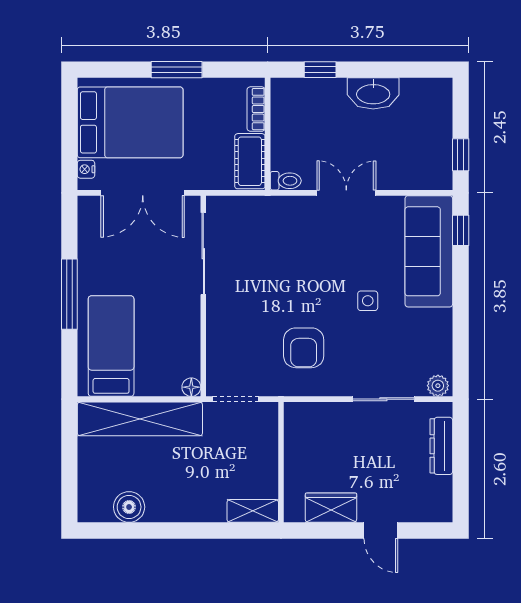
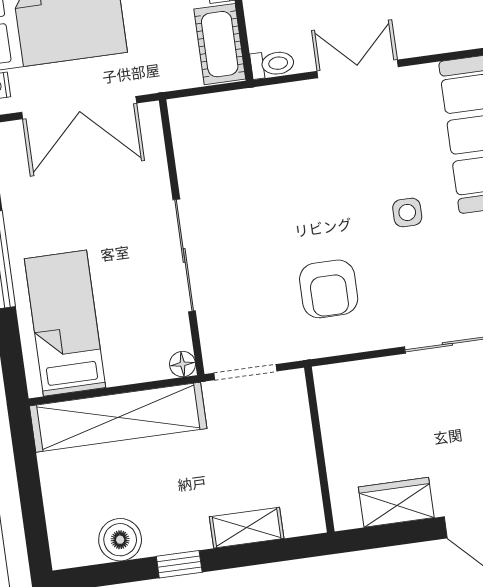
sliding door: (203, 254) -> (184, 255), moved
shelving: (253, 511) -> (247, 528), moved
window: (169, 530) -> (179, 564), added

